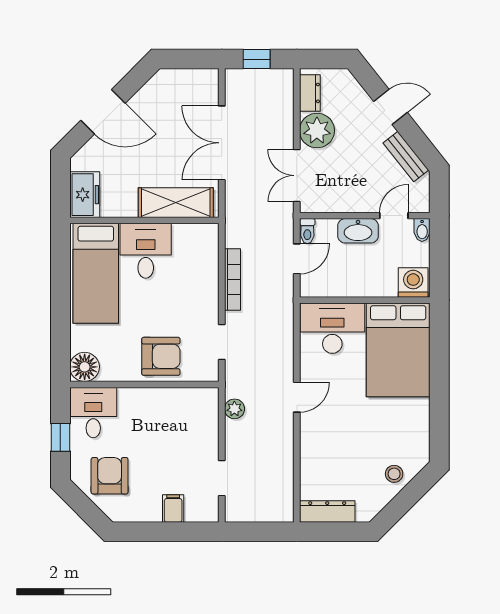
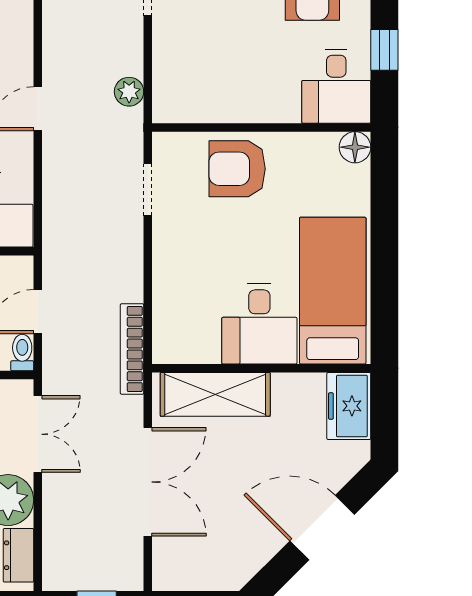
bookcase: (232, 280) -> (132, 349), moved
floor lamp: (85, 367) -> (355, 147), width x0.73, depth x0.73

